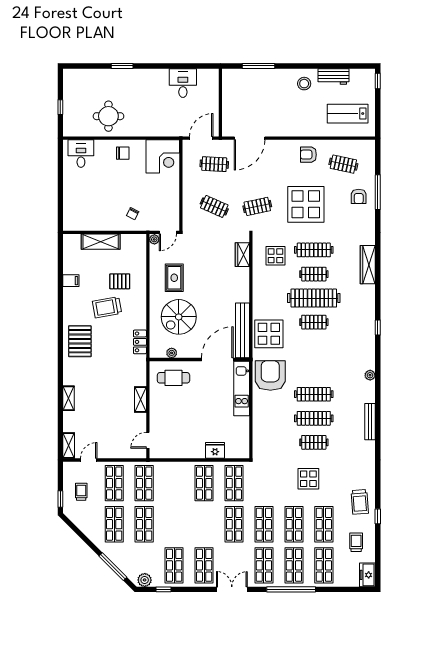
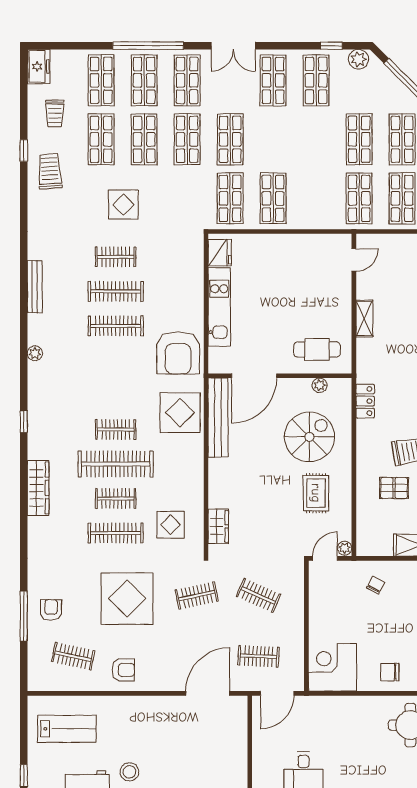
wardrobe: (368, 265) -> (38, 488), moved
kitchen unit: (242, 388) -> (219, 307), moved
fridge: (215, 450) -> (220, 253), moved, turned -90

